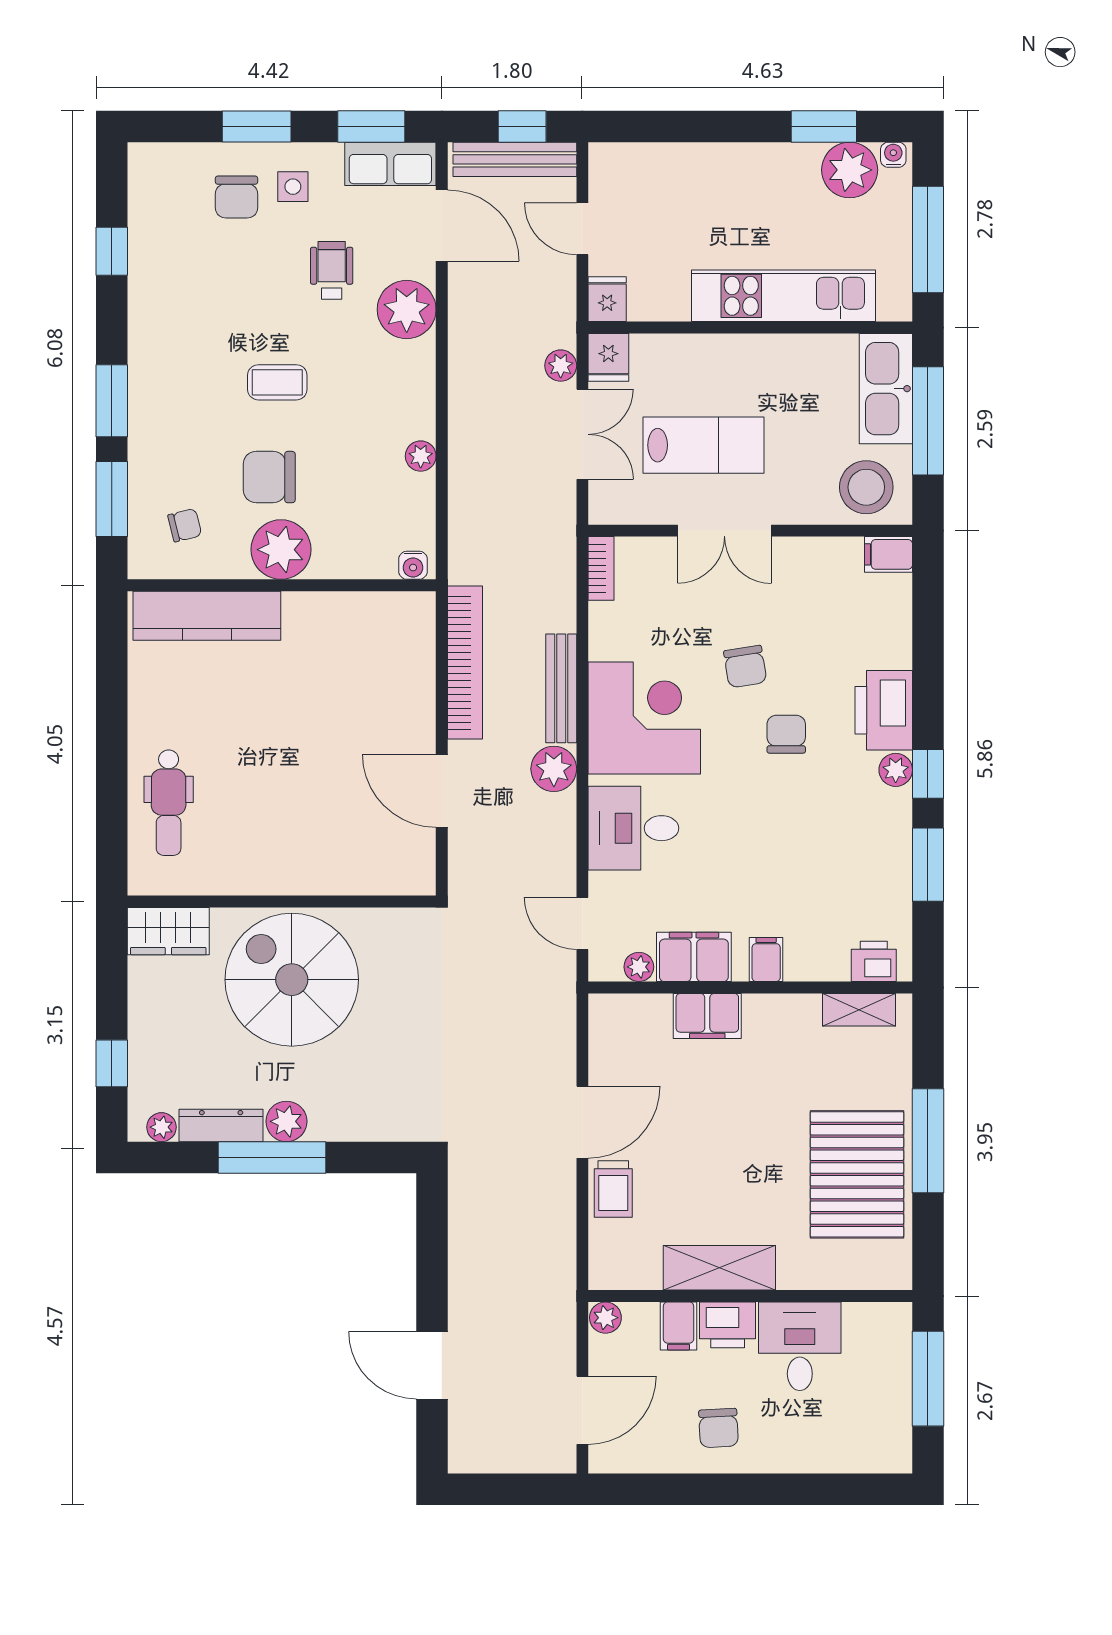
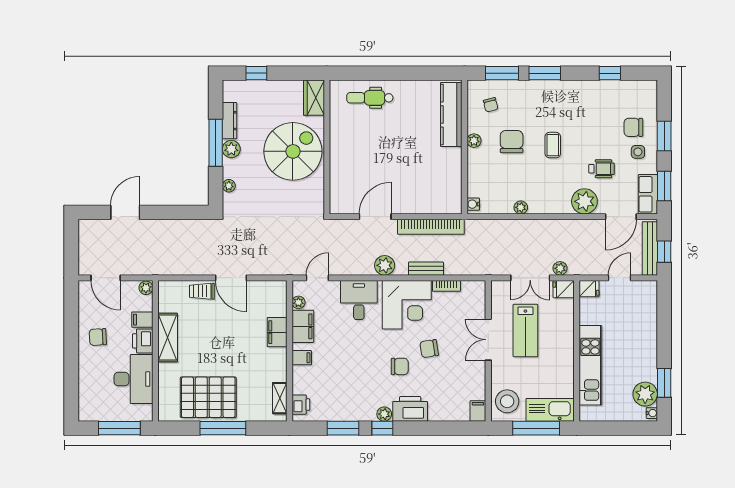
window: (928, 239) -> (615, 428), removed
plant: (281, 550) -> (474, 141), width x0.53, depth x0.53
bookcase: (601, 568) -> (446, 286), moved
bench: (561, 688) -> (426, 269), width x0.73
plant: (162, 1127) -> (229, 186), moved
desk: (800, 1346) -> (133, 379), width x1.37

